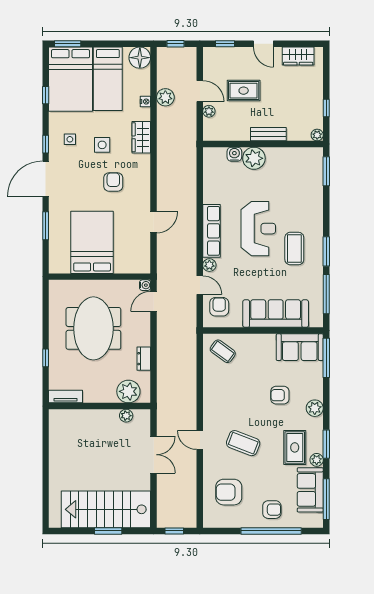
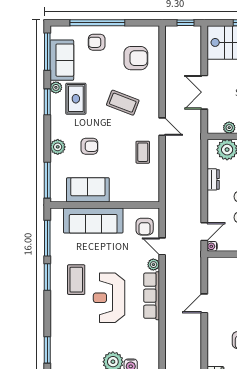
sofa: (300, 347) -> (88, 190), moved
coffee table: (223, 351) -> (143, 152), moved, turned 54
plant: (315, 408) -> (58, 147), moved
door: (200, 440) -> (162, 127), moved

